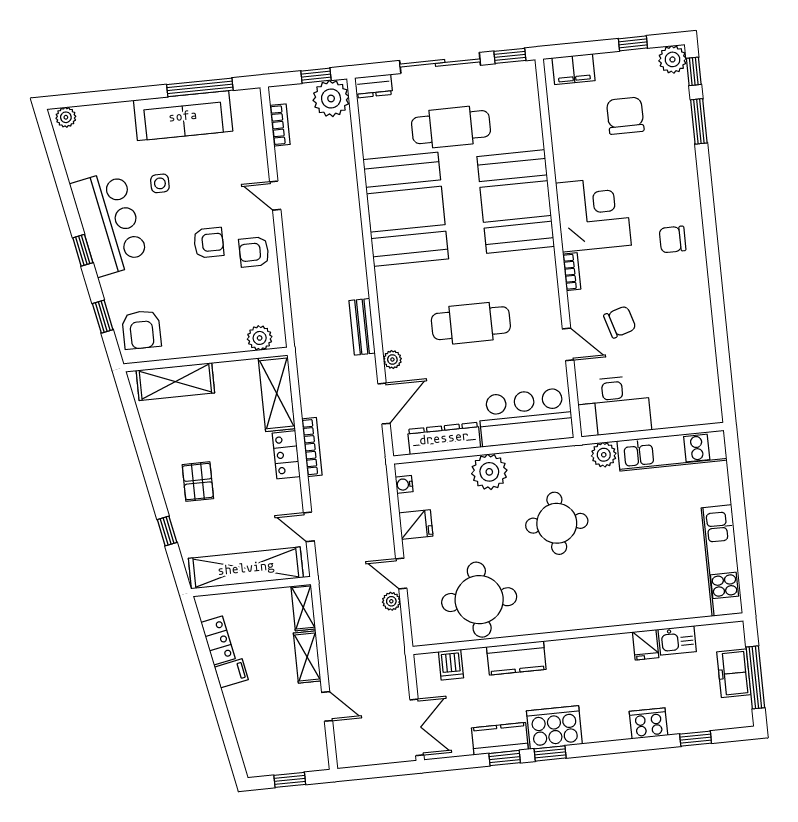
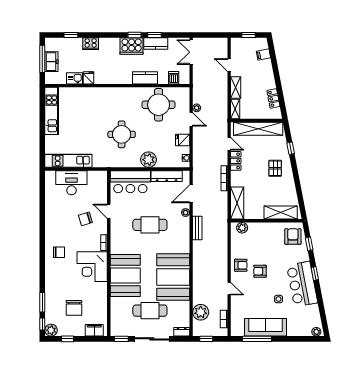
plant: (331, 99) -> (201, 312), moved
desk: (614, 406) -> (71, 183), moved
locker: (286, 455) -> (236, 161), moved
plant: (604, 455) -> (98, 162), removed
filing cabinet: (231, 673) -> (263, 54), moved

